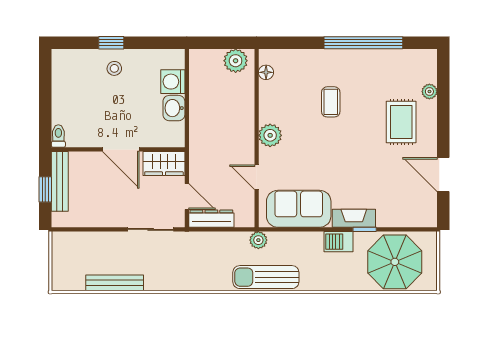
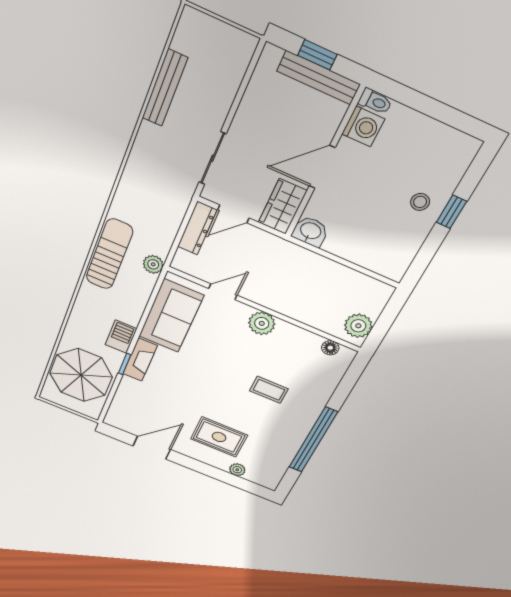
washing machine: (173, 82) -> (363, 126), moved, turned 90
washbasin: (174, 108) -> (310, 231), moved

